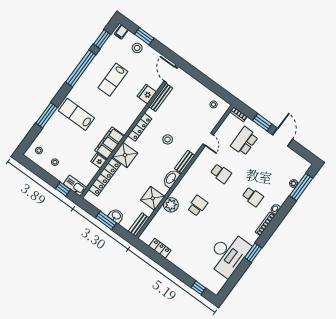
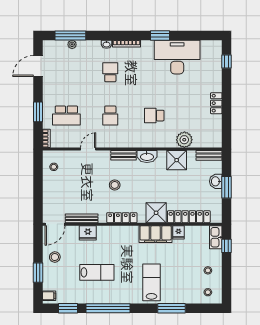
stool: (137, 48) -> (55, 257), moved
lab bench: (76, 114) -> (151, 282), turned 180
door: (283, 137) -> (38, 66), moved
school desk: (221, 173) -> (110, 116), turned 180
plant: (171, 205) -> (184, 140), moved
locker: (160, 248) -> (216, 103), moved

